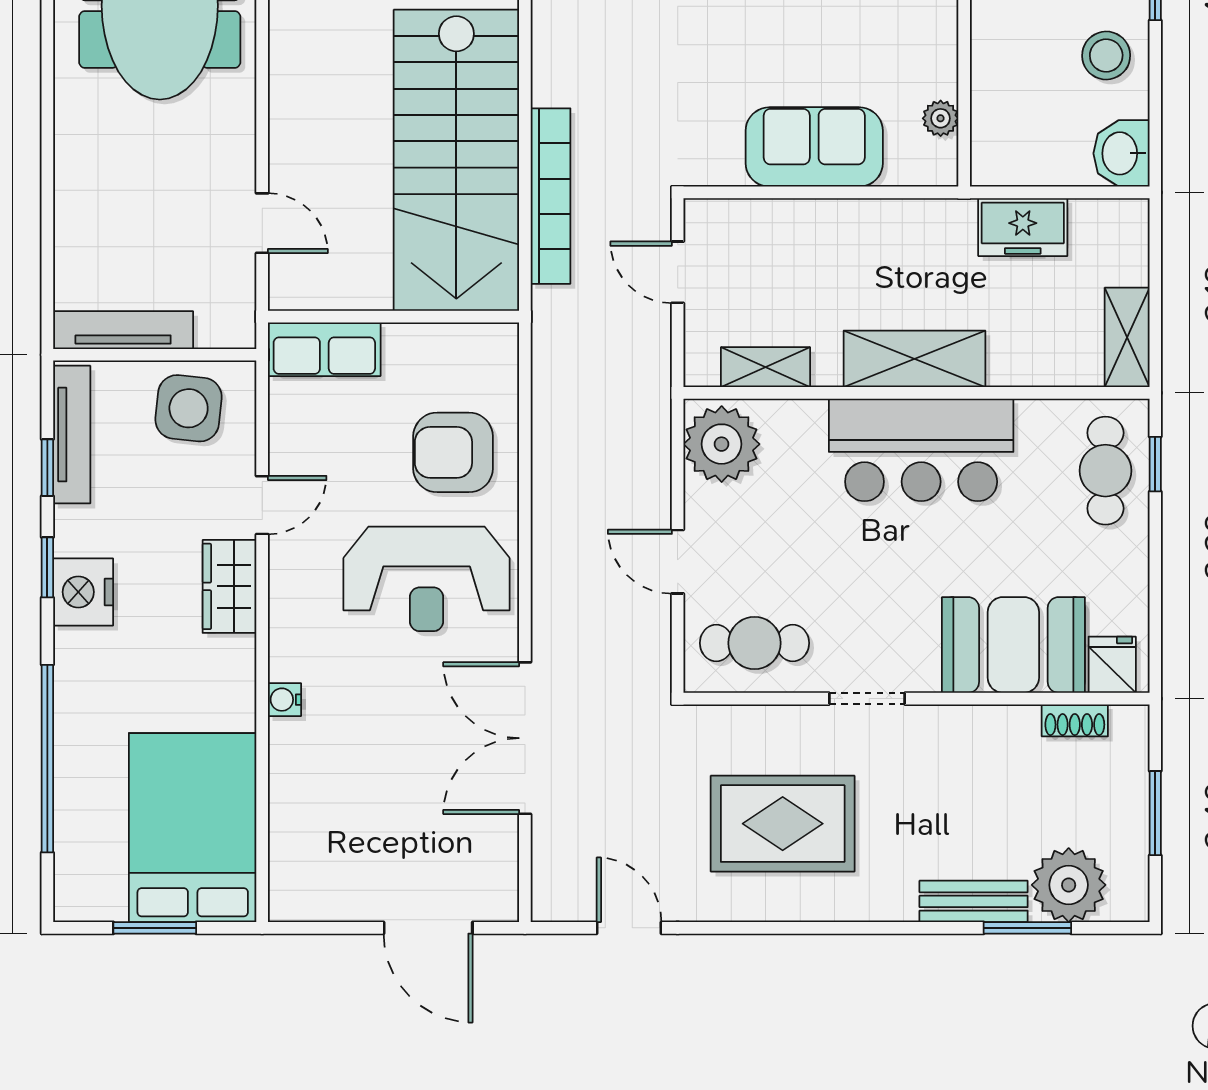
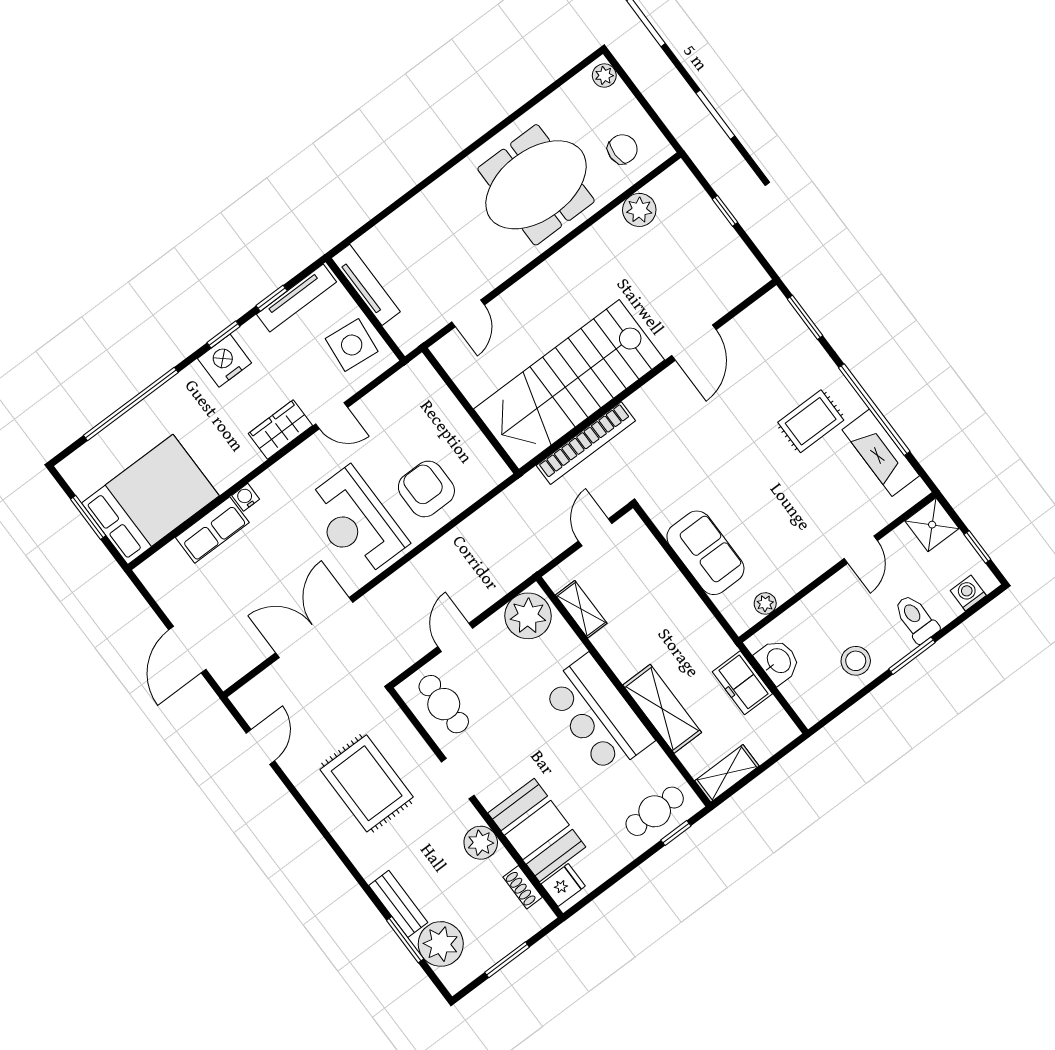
washbasin: (1121, 153) -> (778, 661), moved, turned 90
row of seats: (324, 349) -> (212, 530), moved, turned -90
shelving: (914, 359) -> (662, 709), moved
plant: (974, 732) -> (481, 843), added

